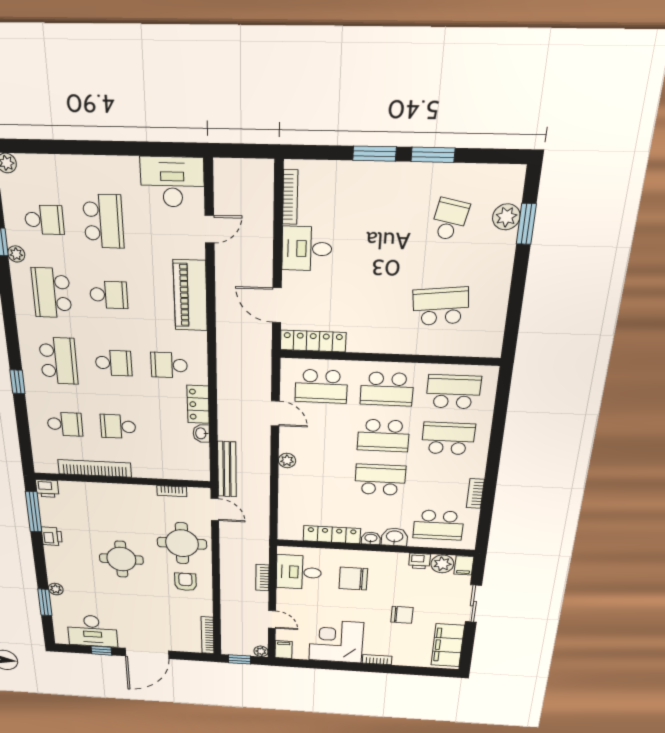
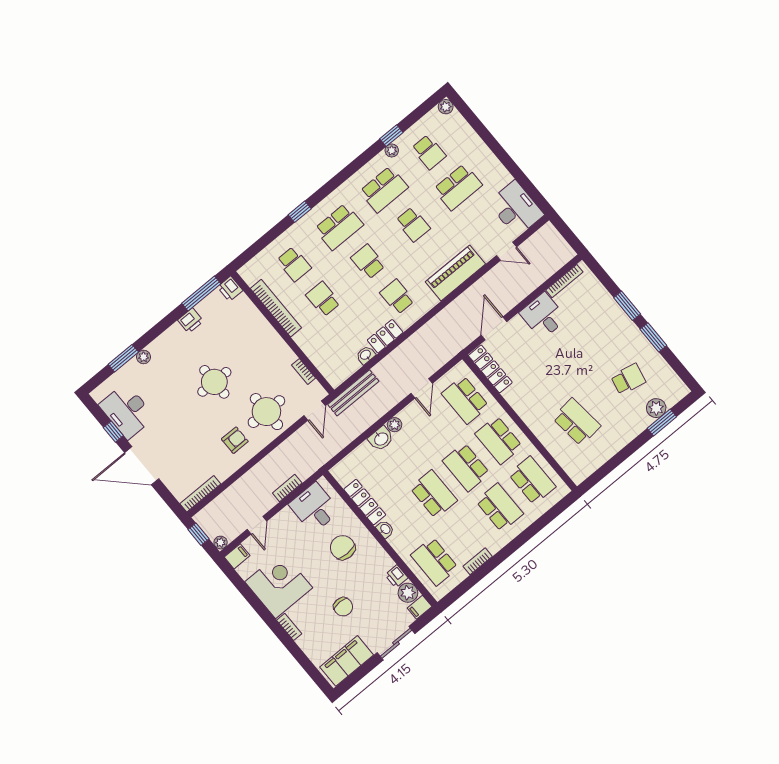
school desk: (52, 293) -> (384, 189), turned 180
school desk: (114, 363) -> (368, 262), turned 180
washbasin: (395, 537) -> (381, 439), moved, turned 90

